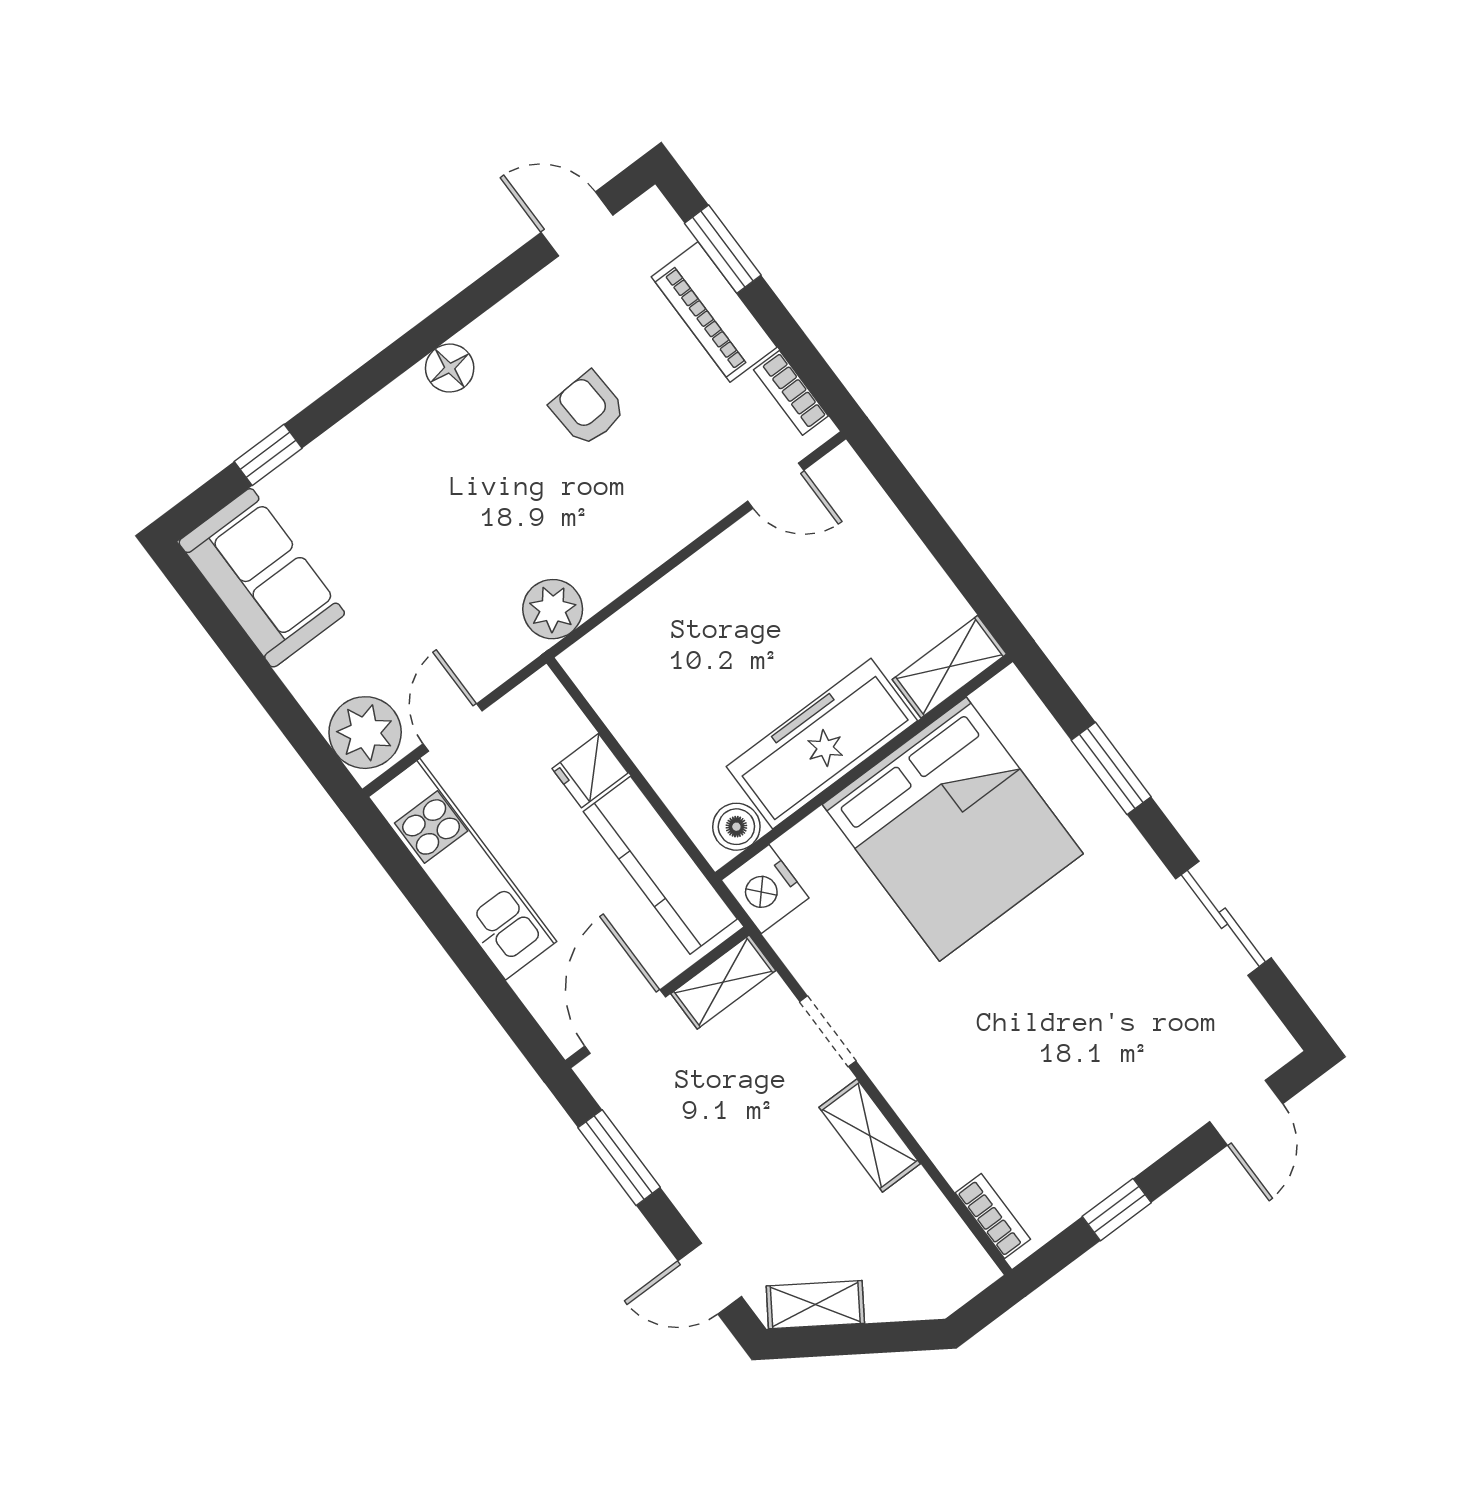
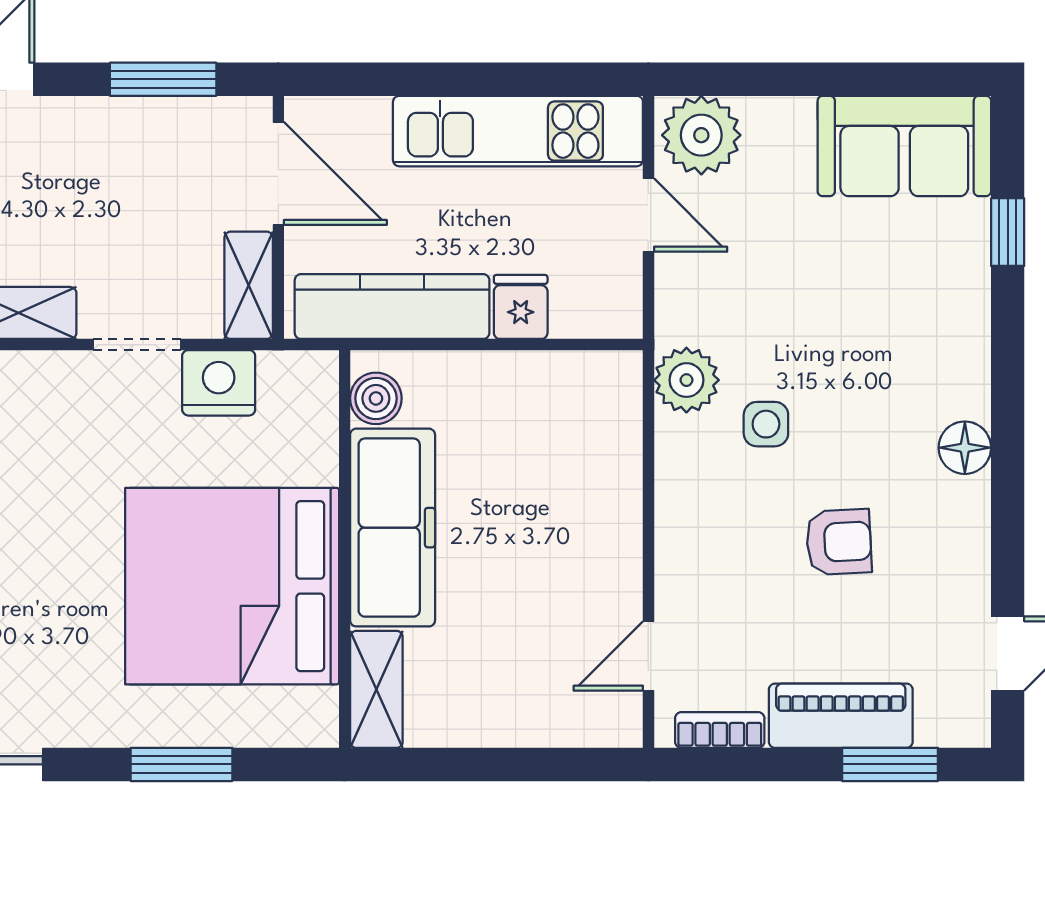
side table: (541, 527) -> (766, 424), added
nightstand: (765, 889) -> (219, 383), moved

